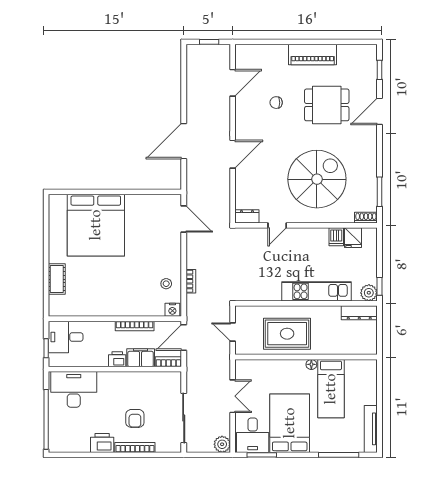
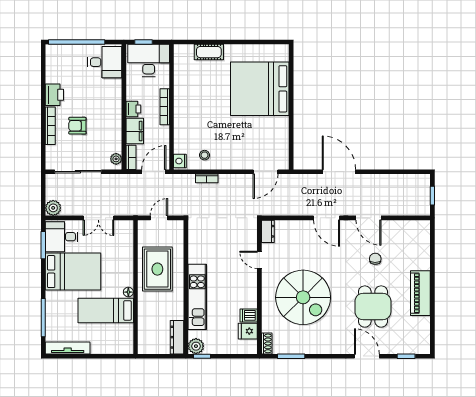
door: (233, 83) -> (368, 218), moved
bookcase: (135, 326) -> (165, 107), moved
desk: (66, 337) -> (149, 60), width x1.37
door: (184, 337) -> (154, 172), hinge flipped
plant: (170, 378) -> (116, 159), added
desk: (74, 389) -> (105, 62), width x0.73

